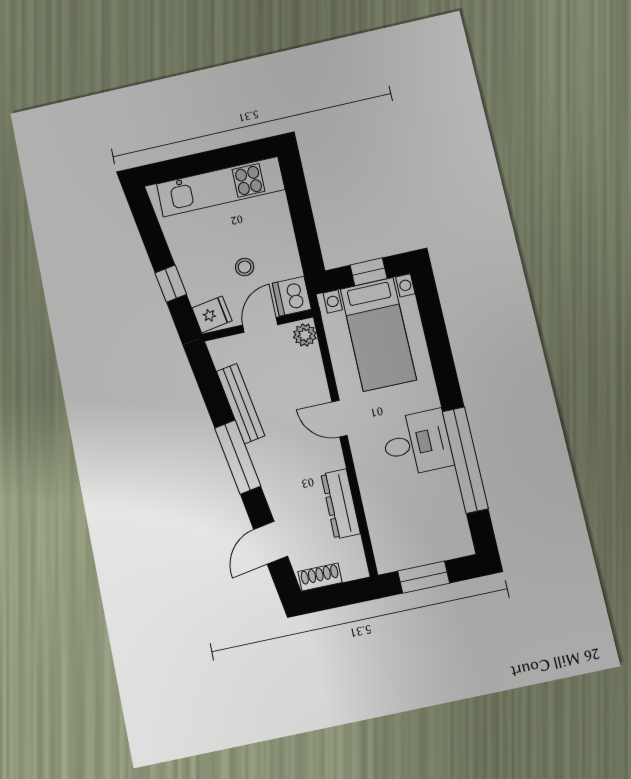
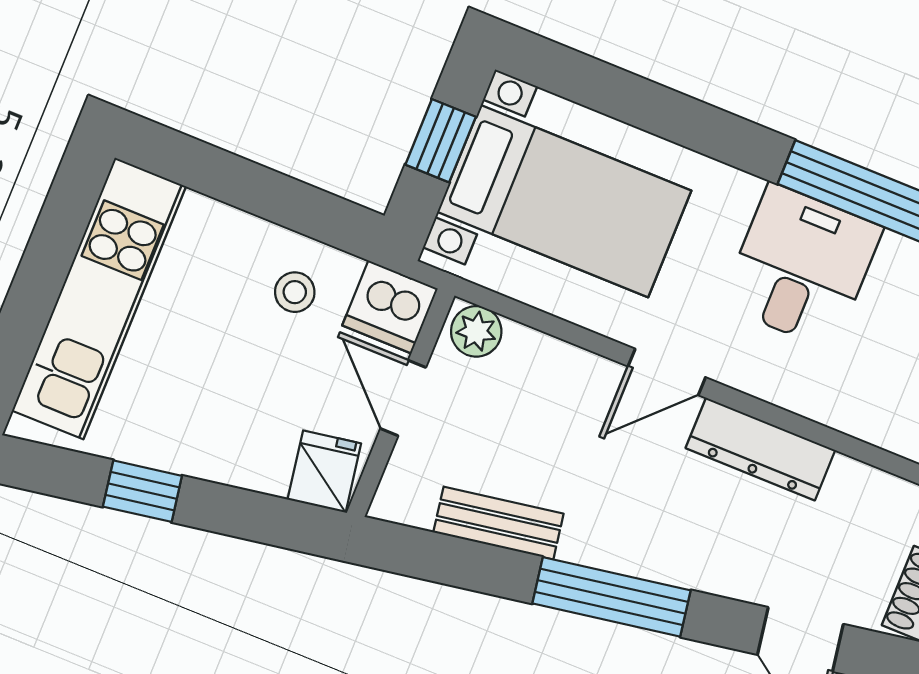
stool: (245, 267) -> (295, 292), moved
window: (171, 284) -> (142, 491), moved
bench: (241, 404) -> (498, 523), width x0.73
dresser: (341, 504) -> (760, 449), moved

